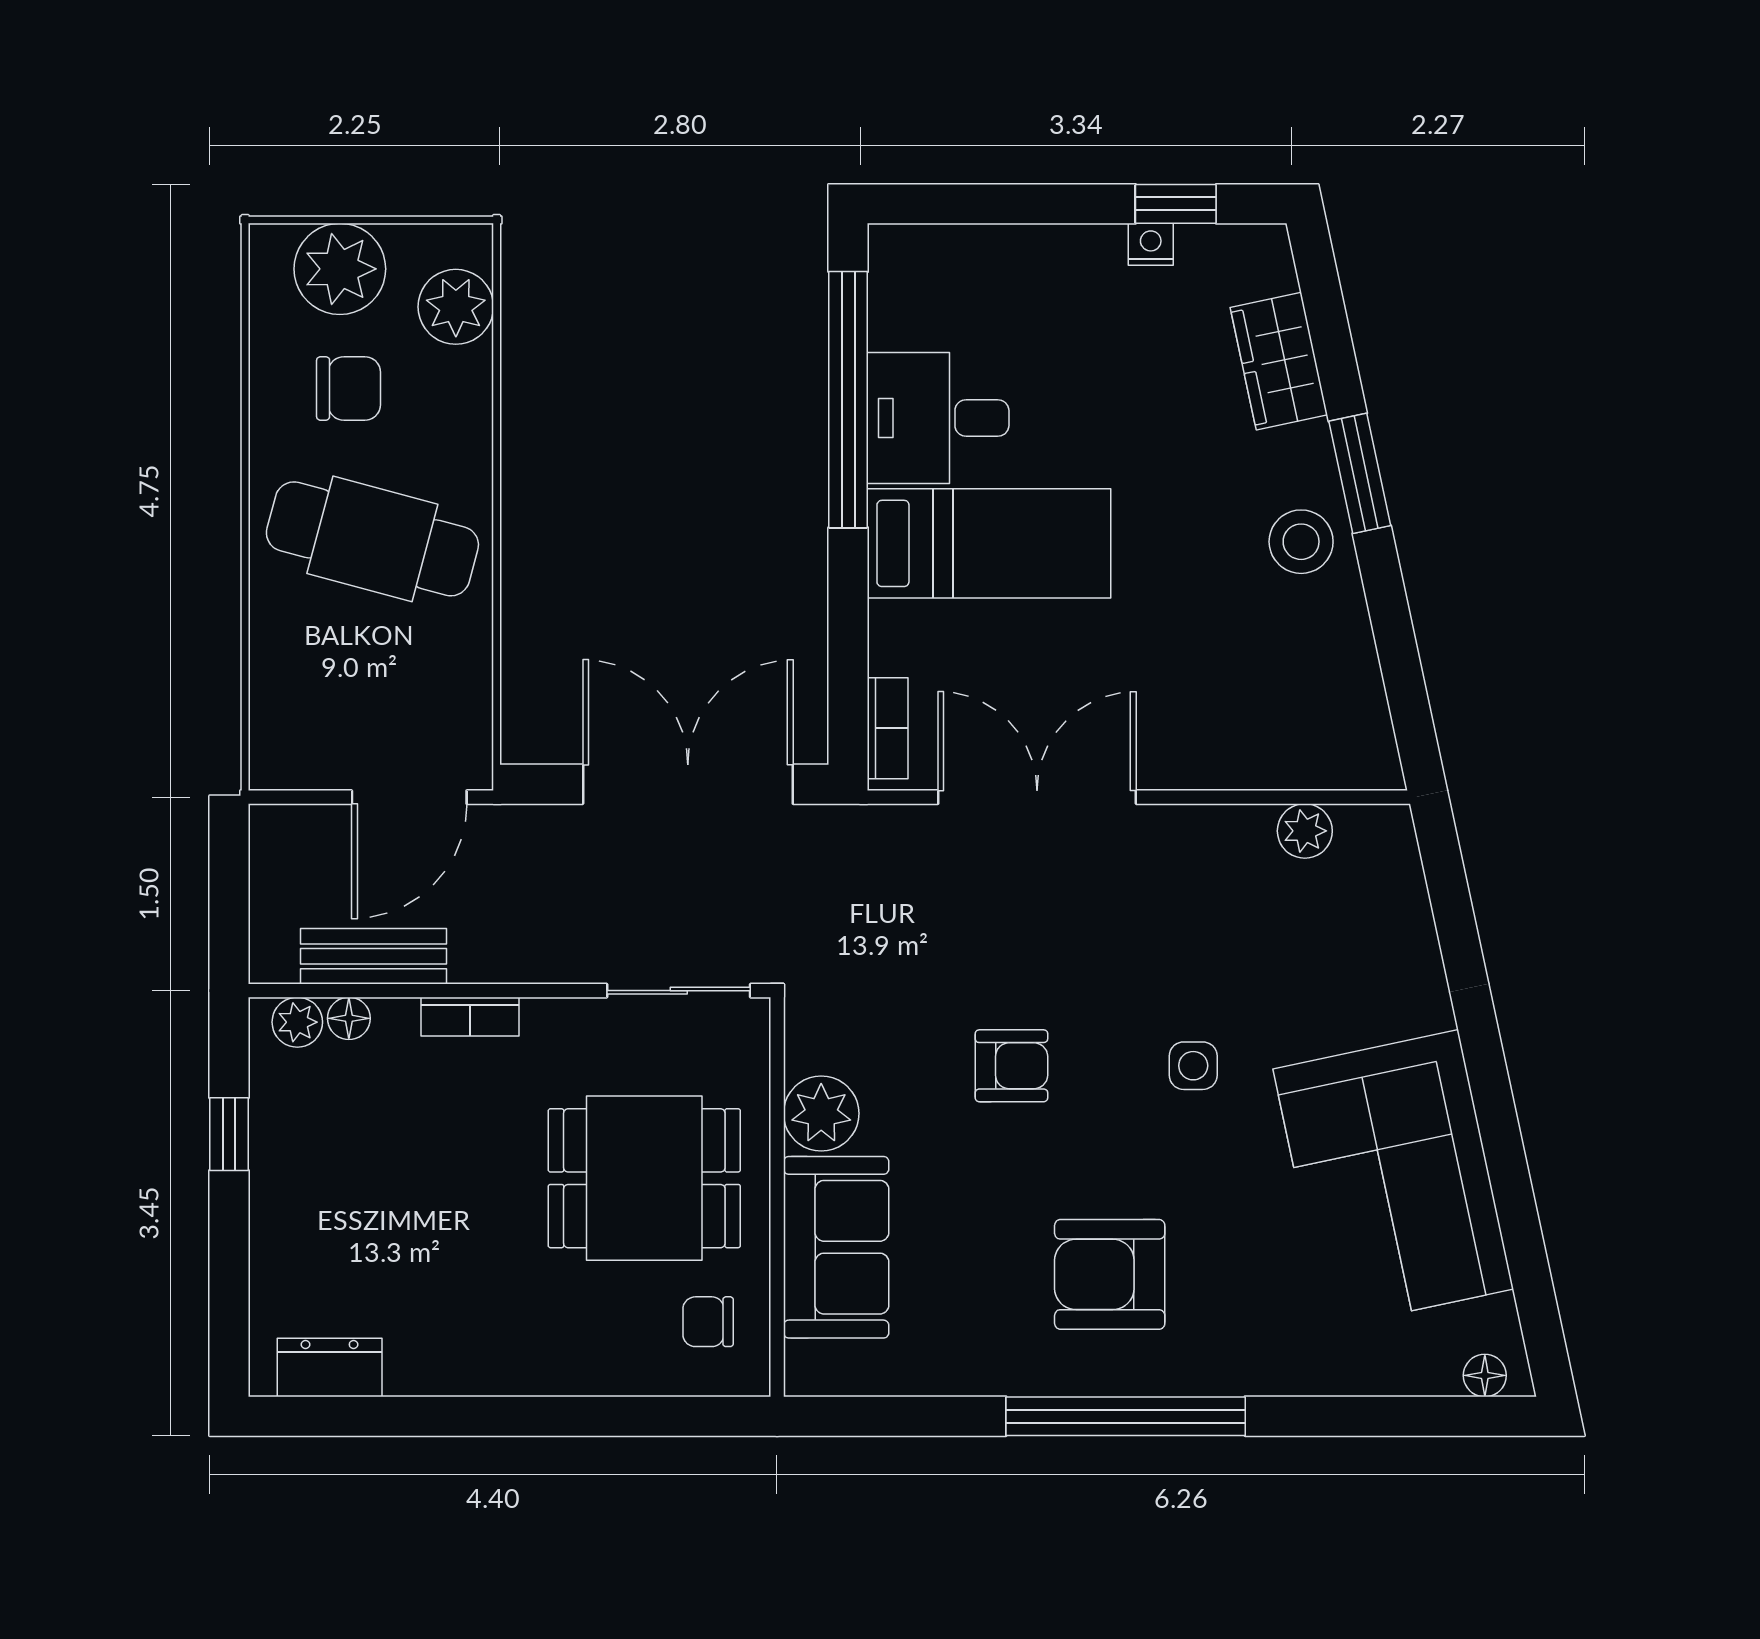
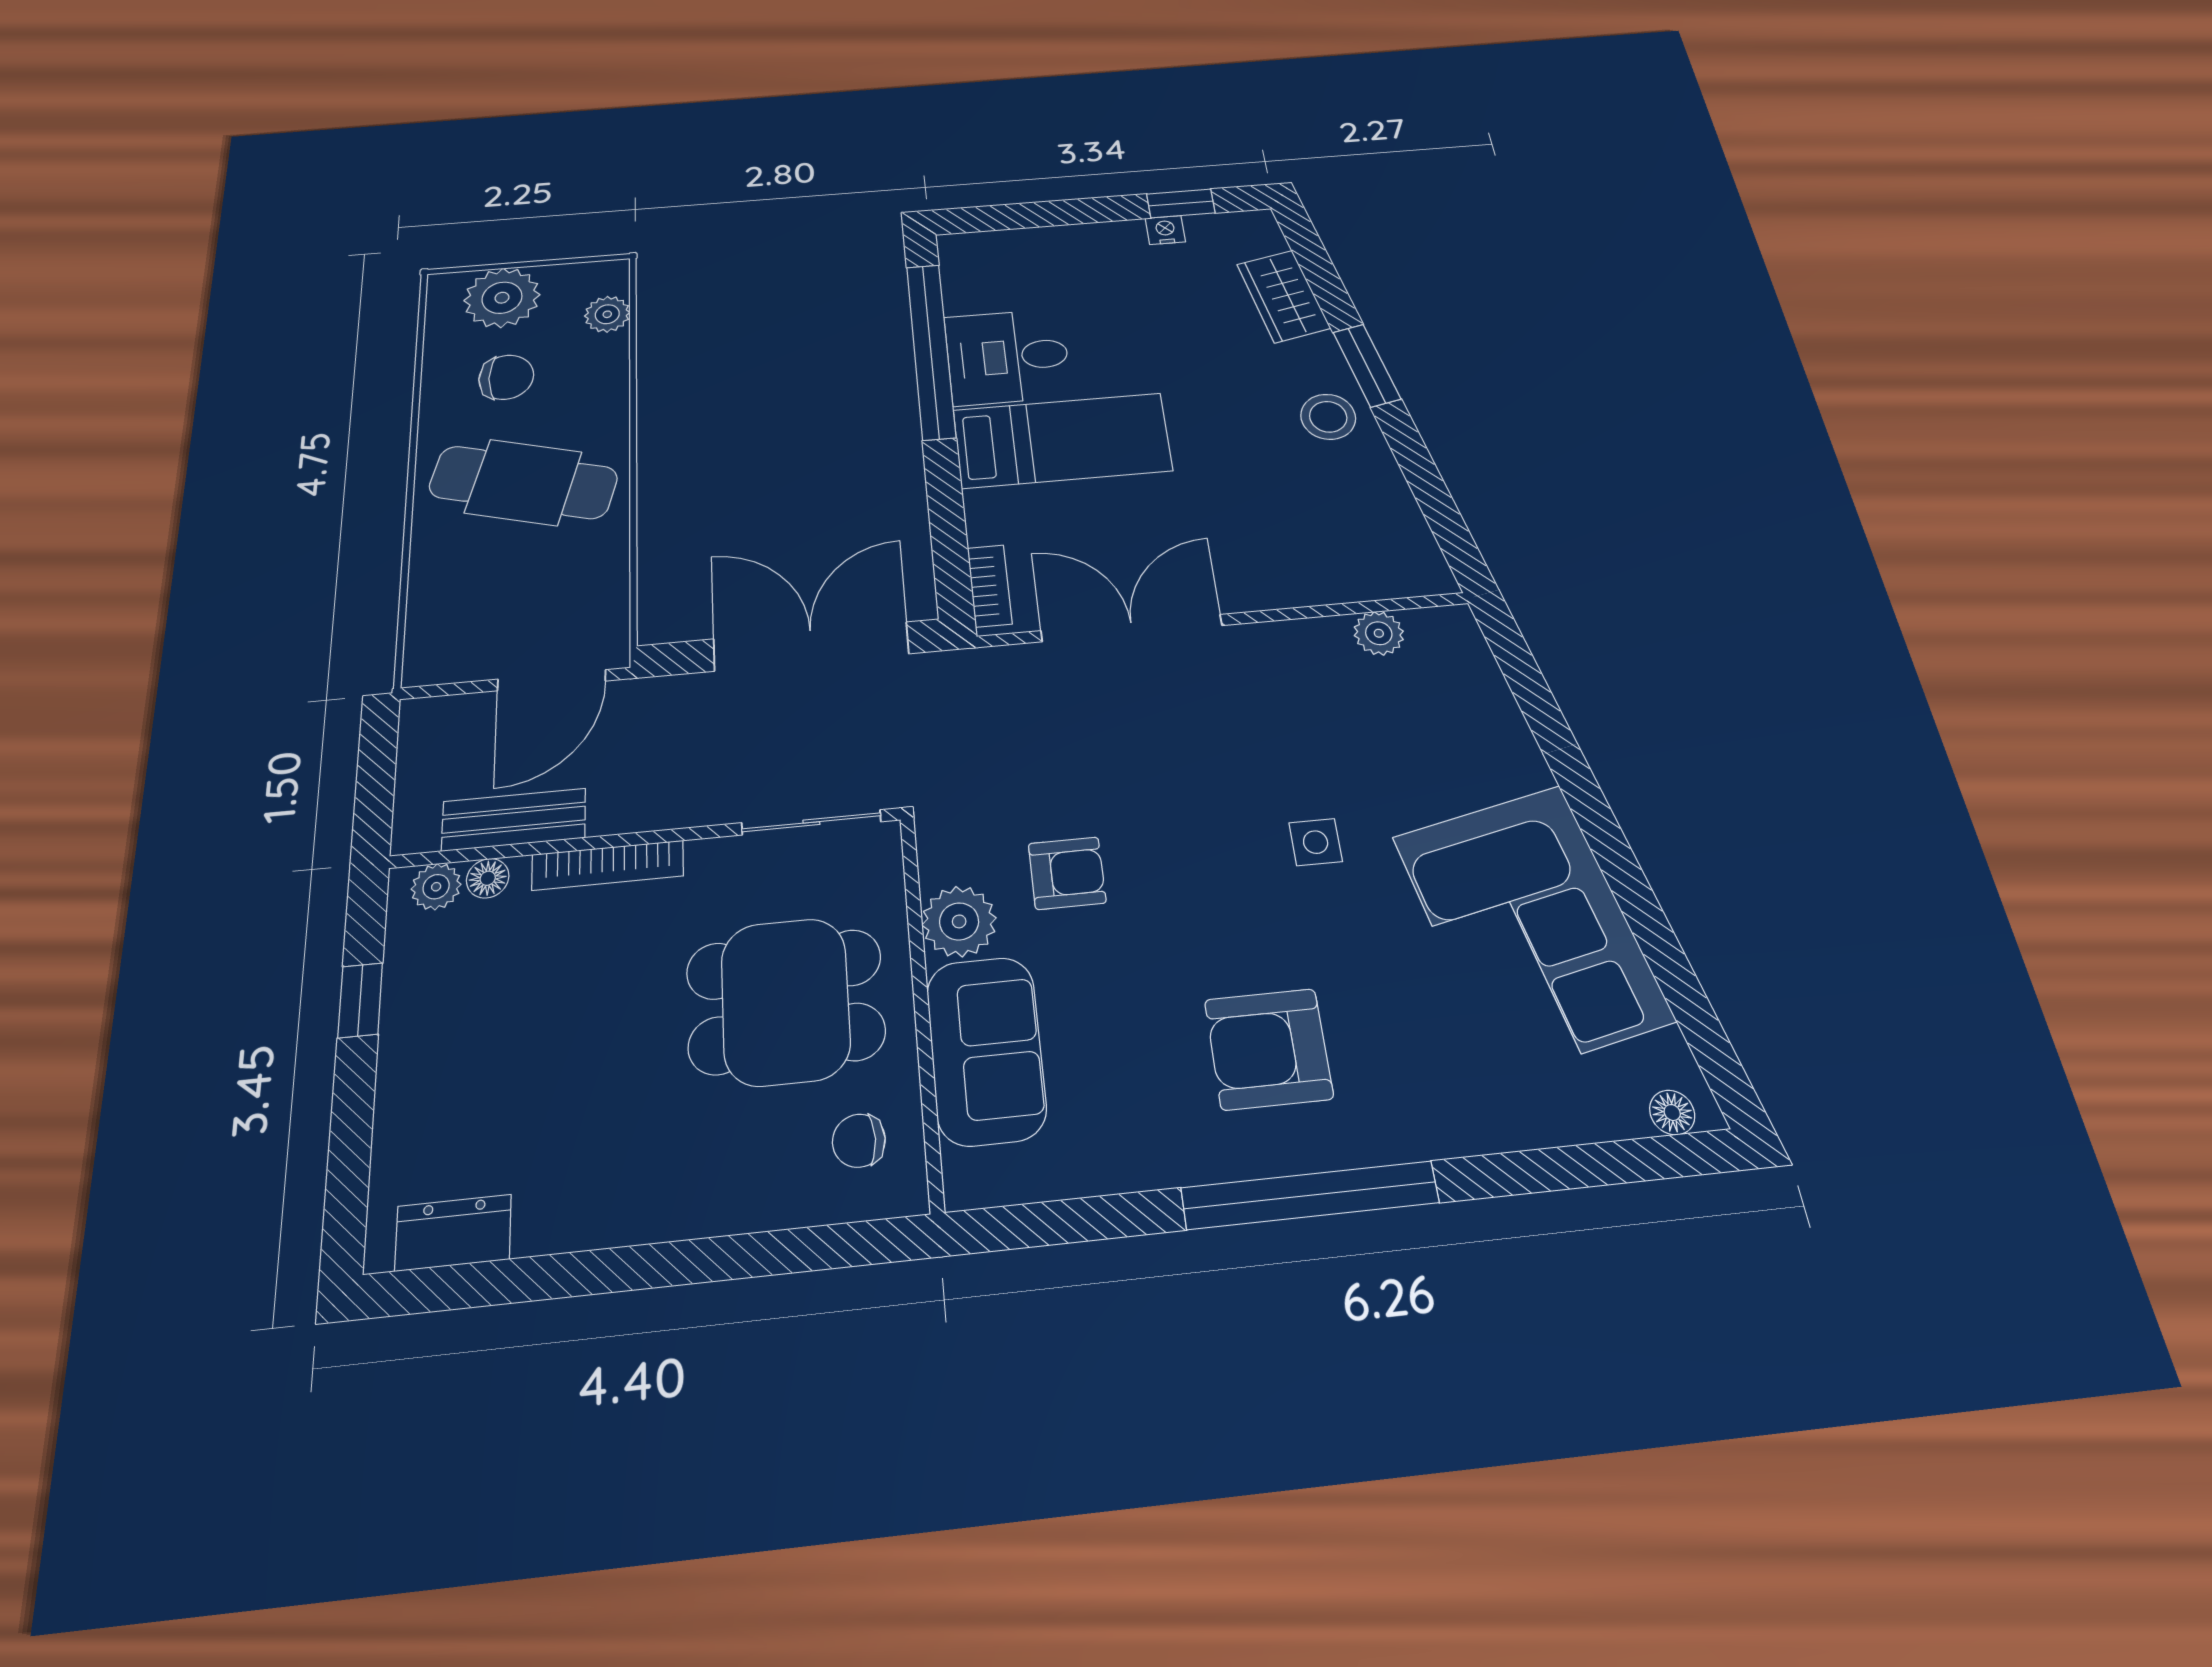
plant: (456, 307) -> (607, 314), width x0.73, depth x0.73
bookcase: (470, 1017) -> (608, 865), width x1.56
armchair: (1011, 1066) -> (1067, 873), moved

